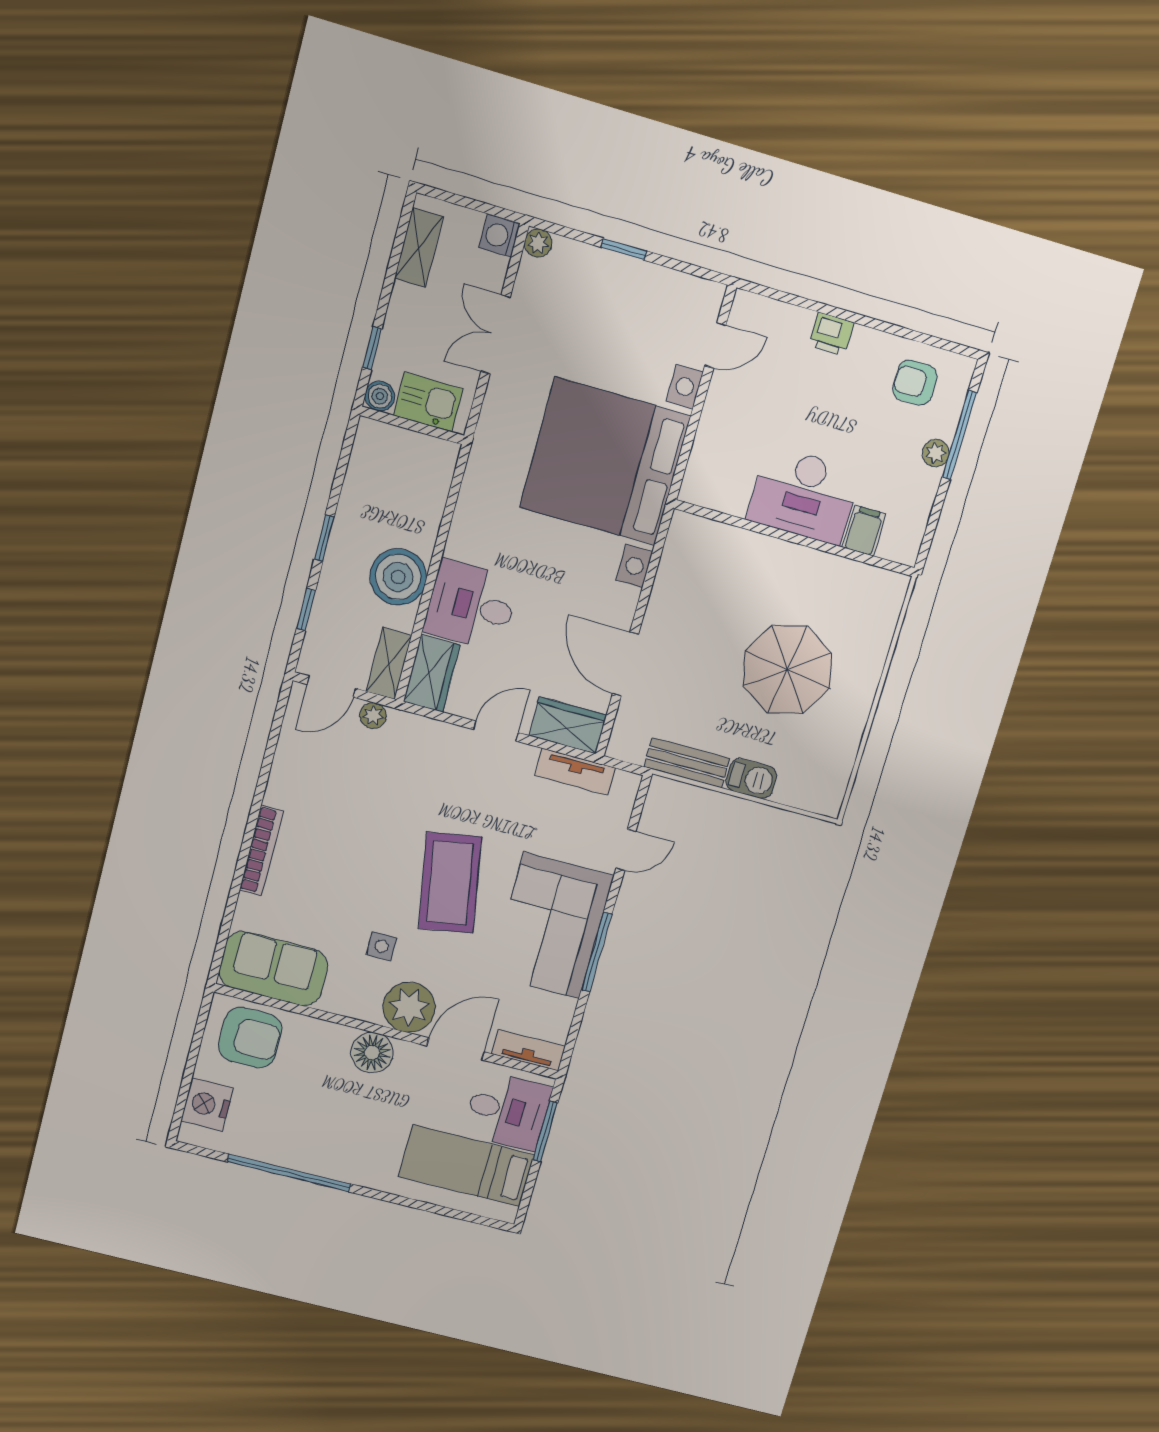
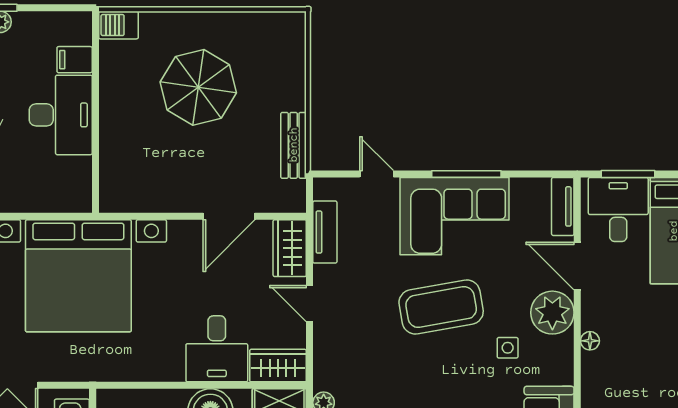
barbecue: (751, 779) -> (118, 25), moved, turned -90
floor lamp: (372, 1053) -> (590, 341), width x0.53, depth x0.53

